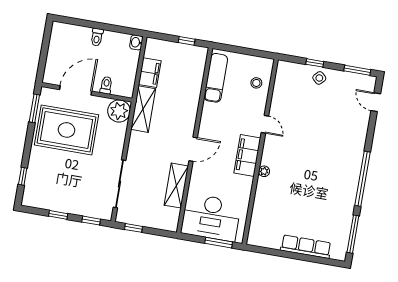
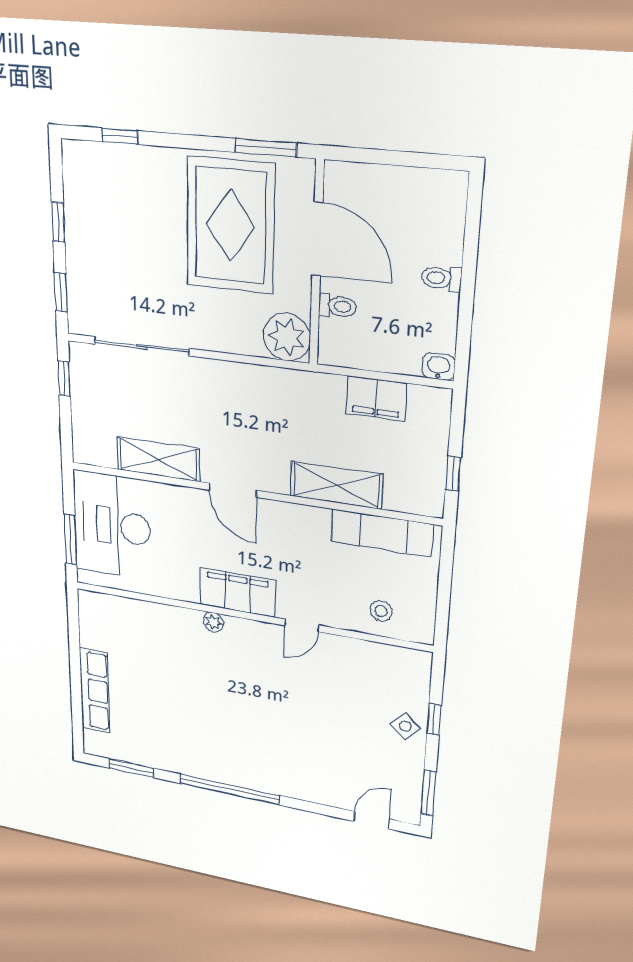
shelving: (143, 109) -> (336, 485), moved
window: (353, 234) -> (131, 768), width x0.69

